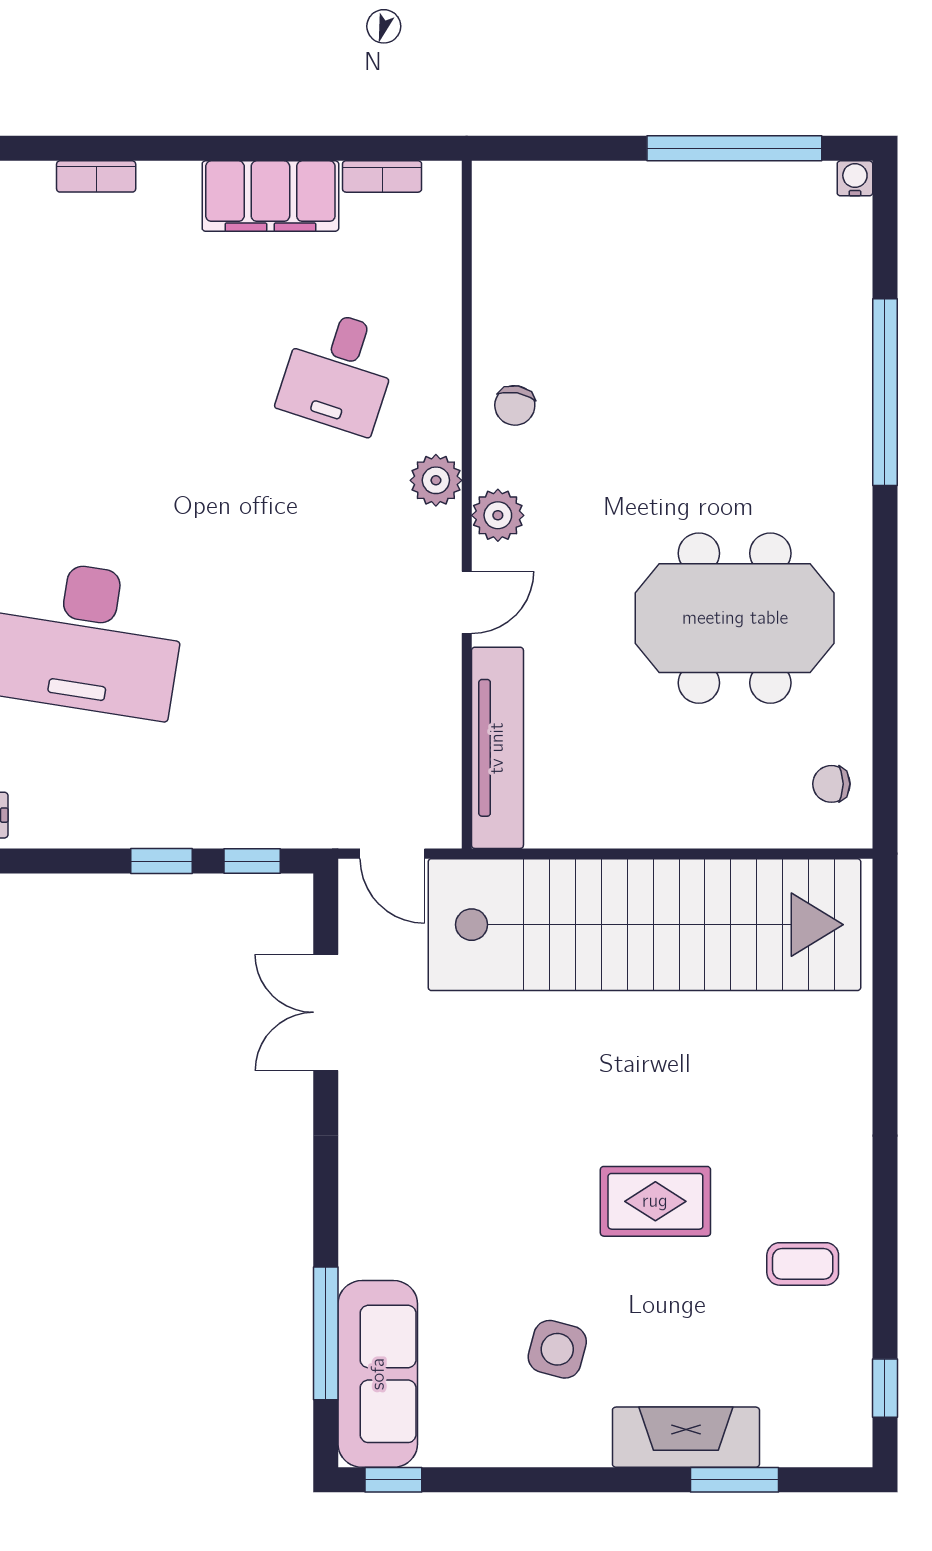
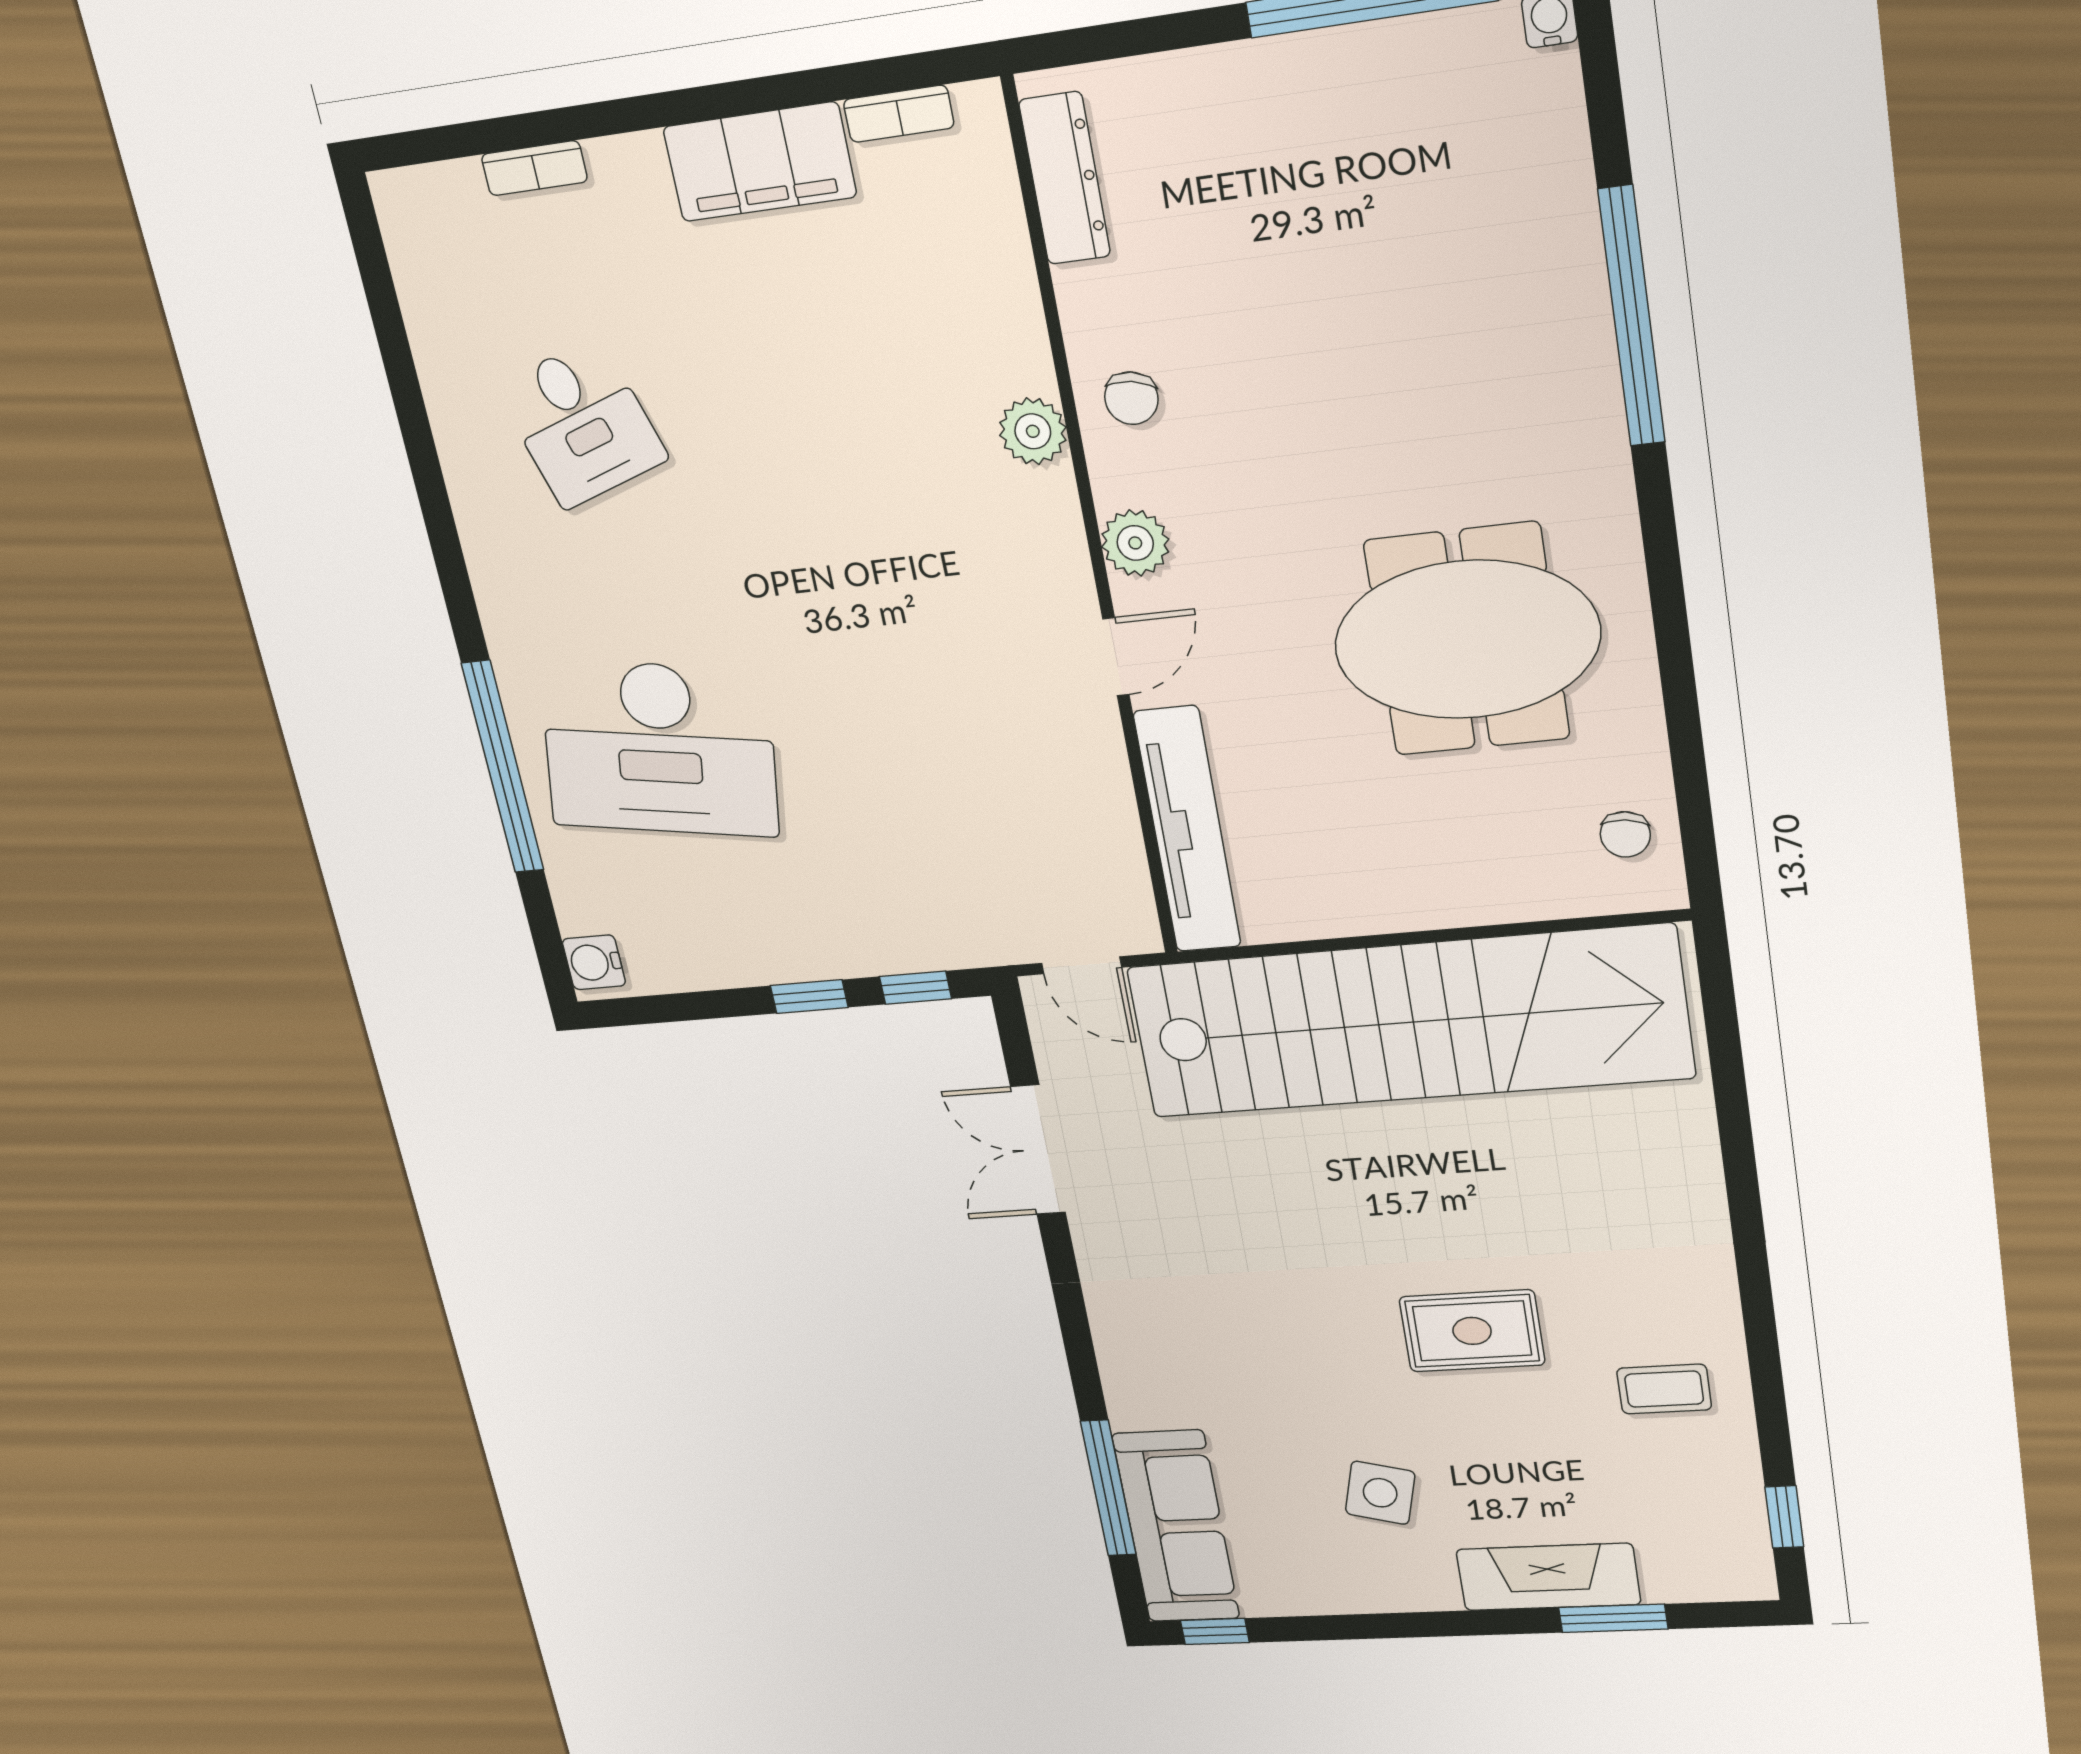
dresser: (495, 239) -> (1065, 178), added
desk: (339, 371) -> (581, 423), moved, turned -36
plant: (436, 480) -> (1033, 431), moved
chair: (831, 784) -> (1625, 834), turned -83

